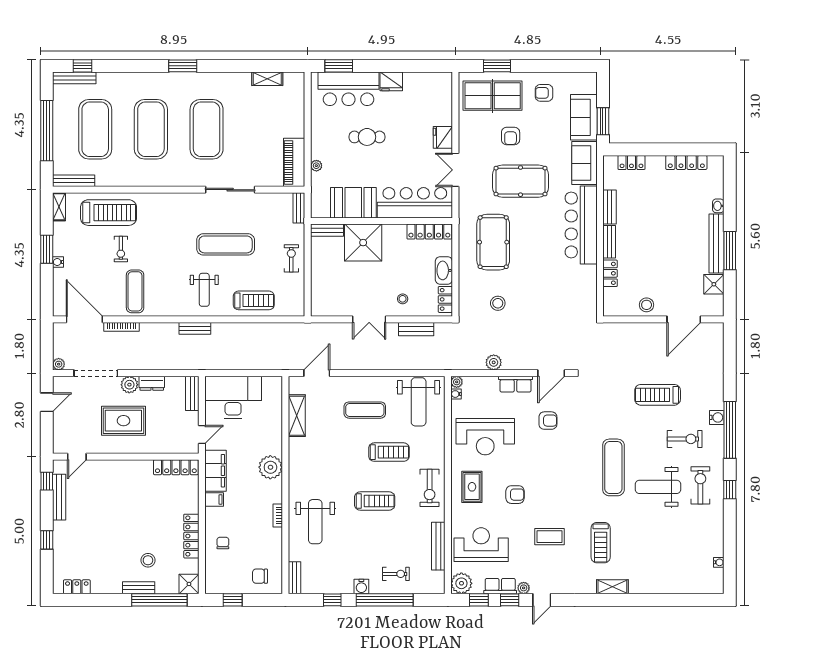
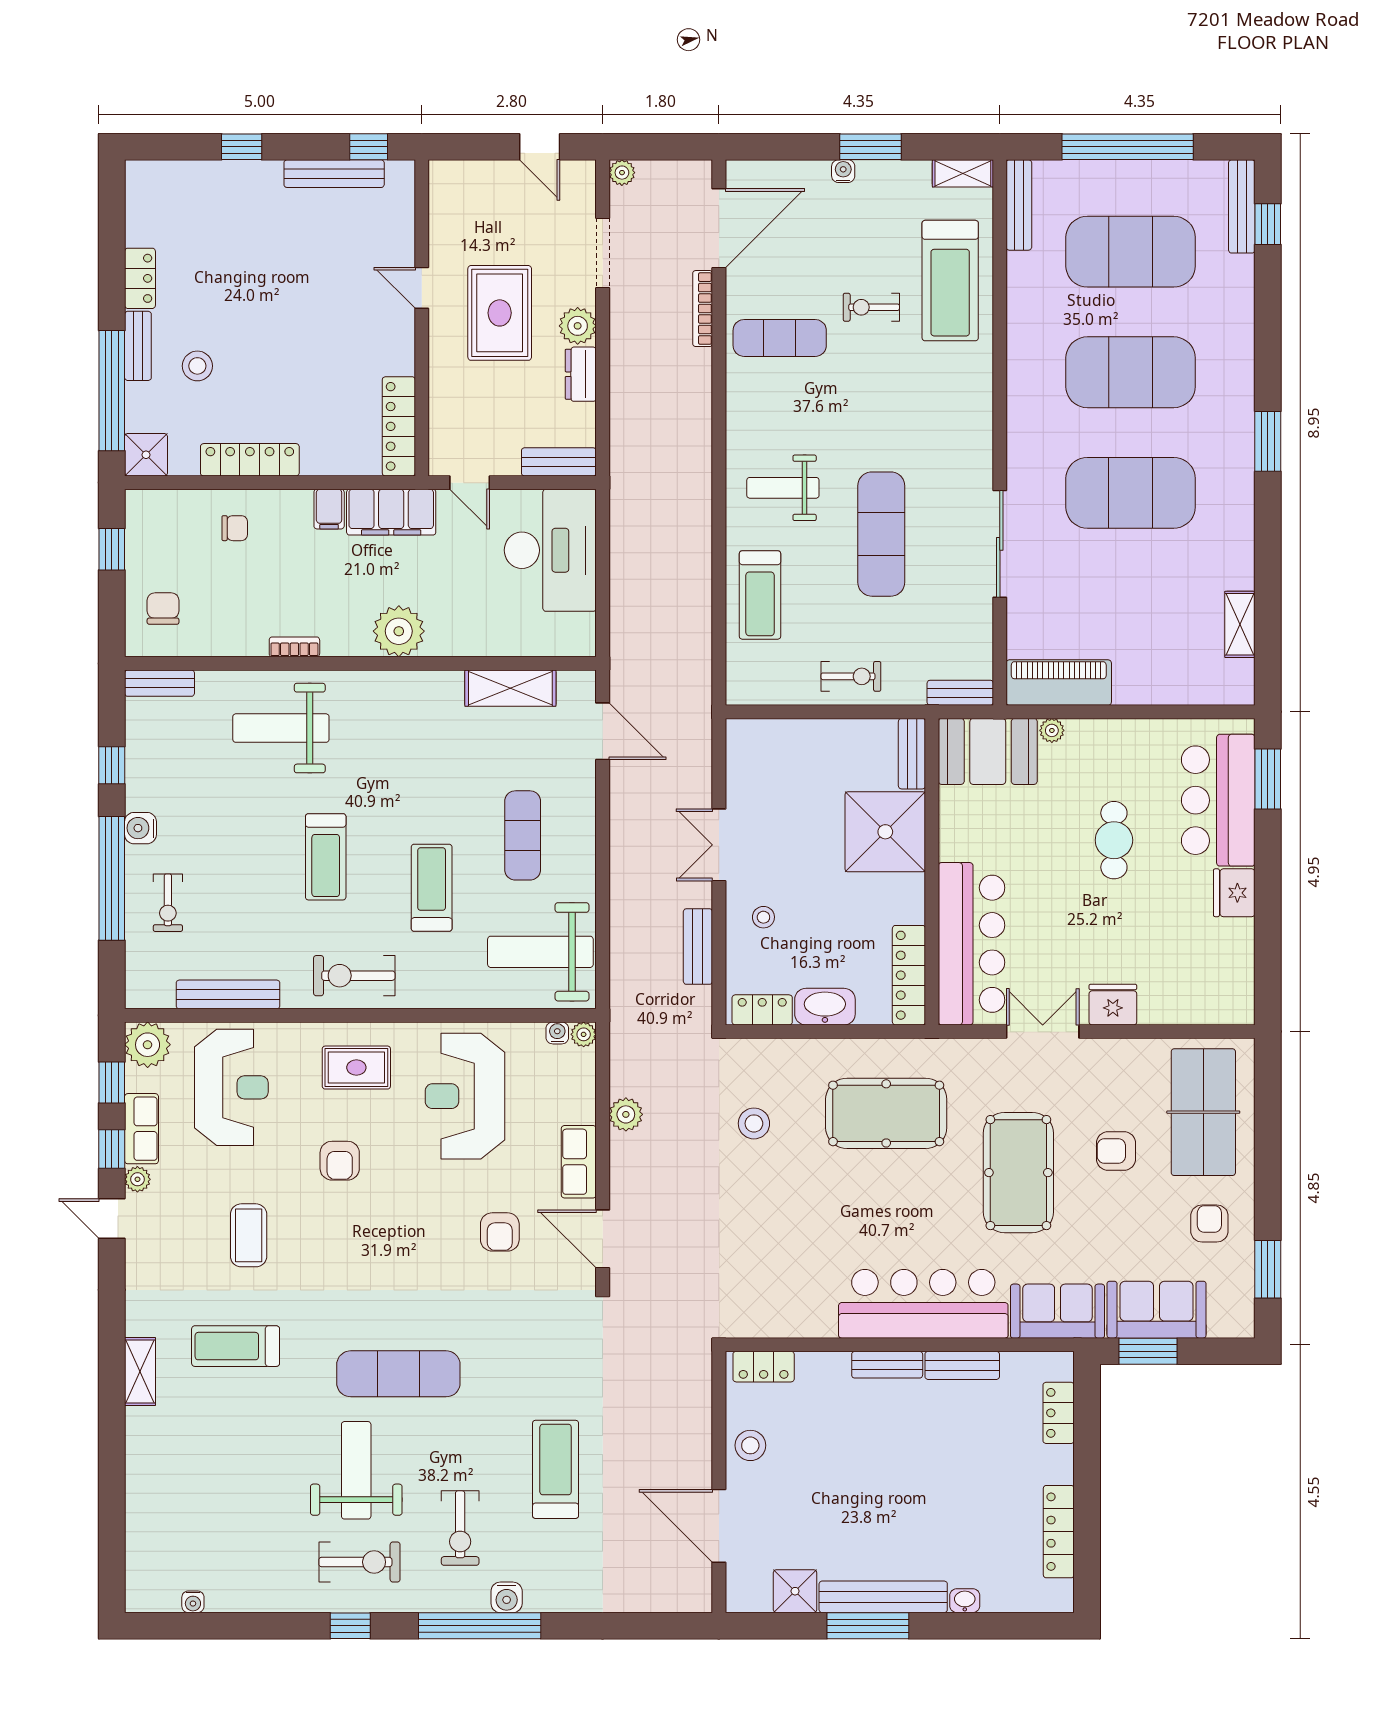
window: (497, 66) -> (1268, 1269), moved
booth: (353, 203) -> (988, 751), moved, turned 90
locker: (610, 273) -> (764, 1367), moved
bench: (195, 328) -> (699, 467), removed
doorway: (96, 373) -> (603, 253), width x0.73
treadmill: (389, 452) -> (432, 888), turned 180
door: (77, 457) -> (422, 288), moved
locker: (77, 587) -> (140, 278), moved

